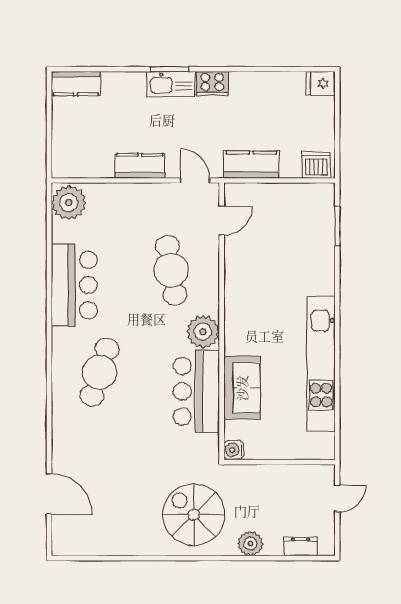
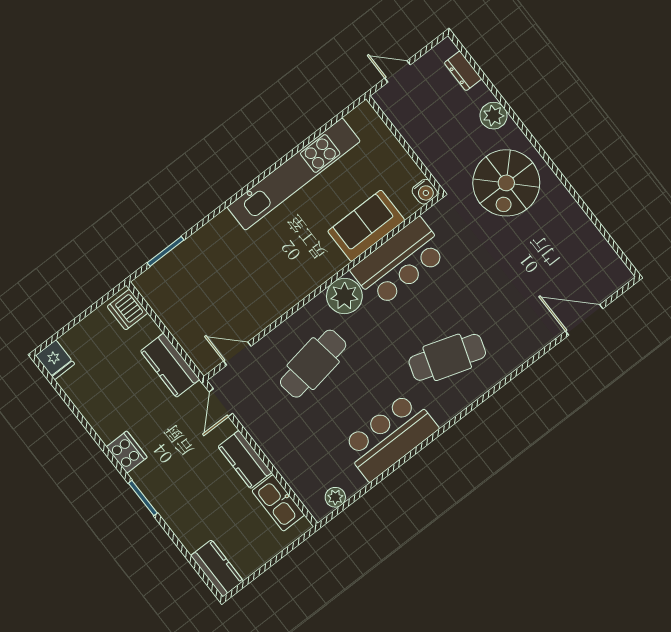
kitchen sink: (171, 84) -> (278, 503), moved, turned 180
plant: (69, 203) -> (335, 497), width x0.53, depth x0.53
door: (49, 494) -> (584, 320), hinge flipped

